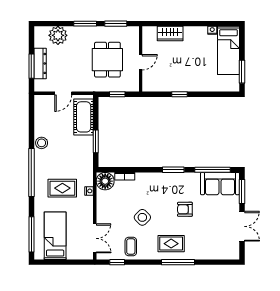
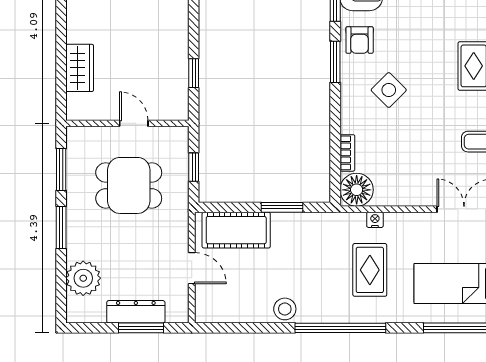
window: (179, 94) -> (194, 73), moved
armchair: (185, 209) -> (360, 40), moved
side table: (142, 217) -> (389, 90), moved

